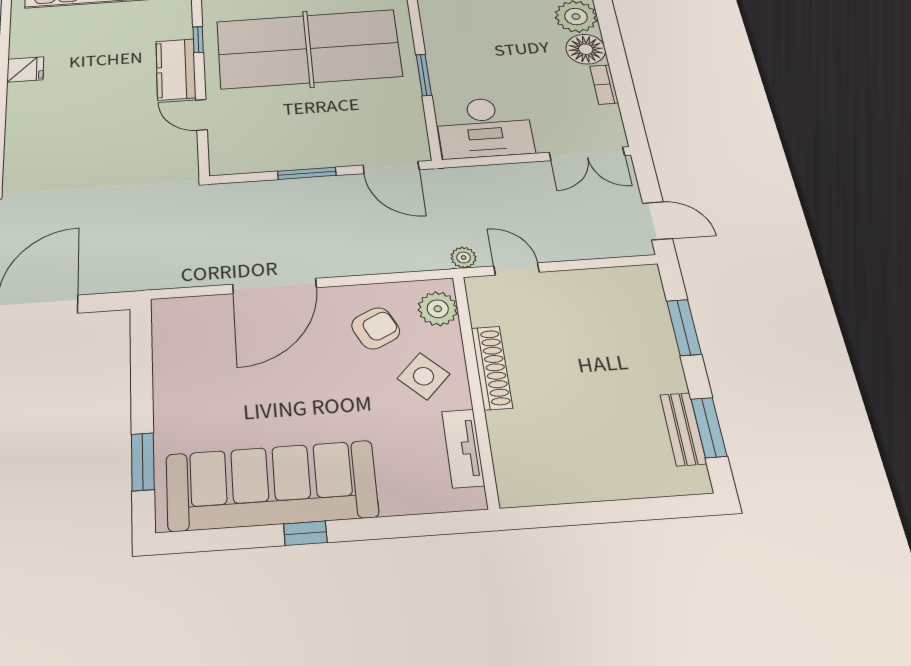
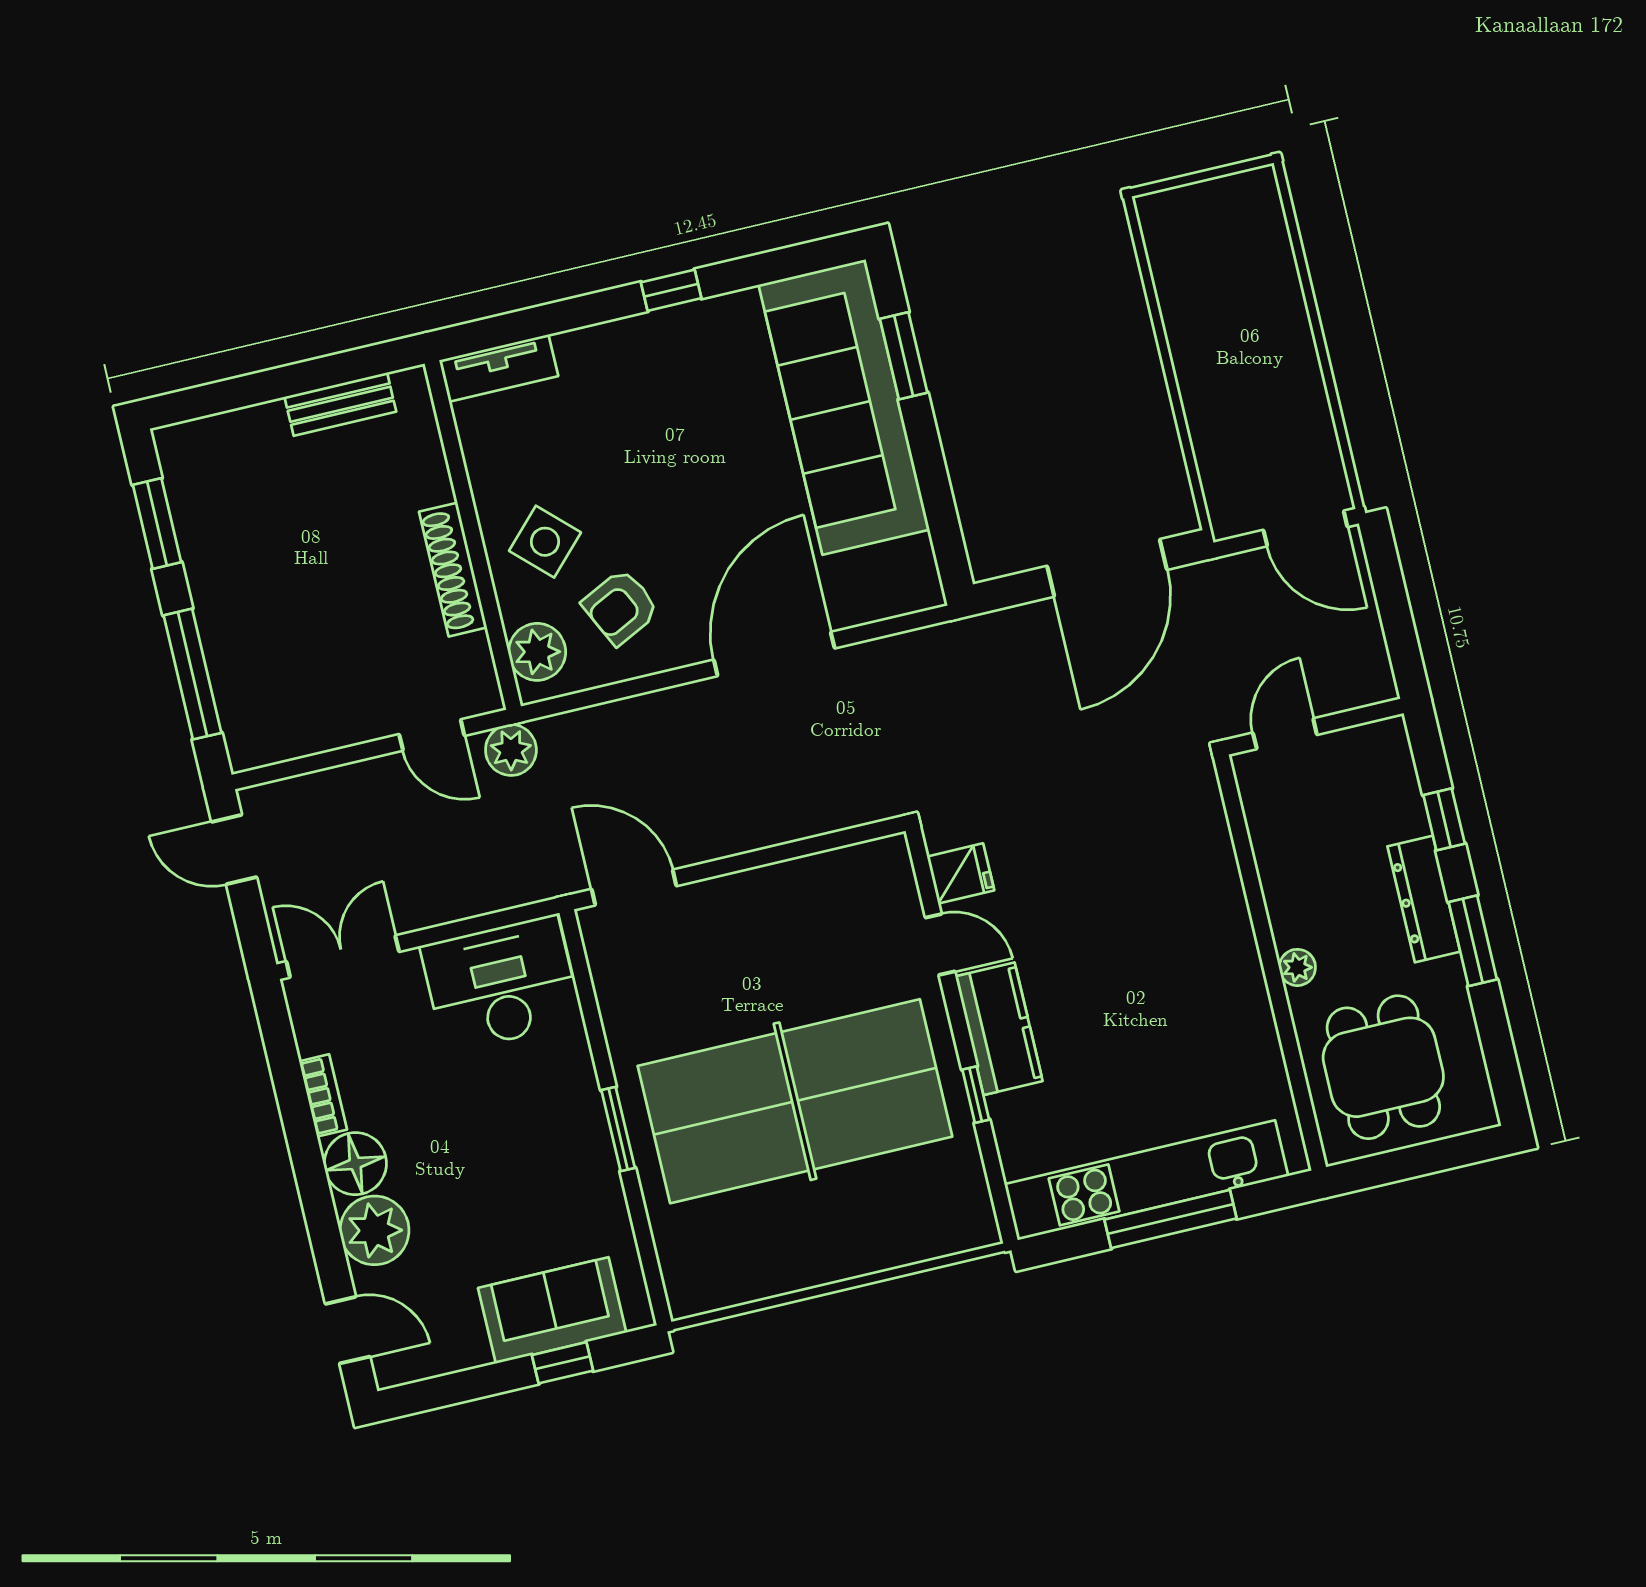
fridge: (25, 69) -> (961, 873), moved, turned 180
window: (424, 75) -> (618, 1129), moved
window: (307, 173) -> (759, 858), removed
plant: (464, 257) -> (511, 750), width x1.38, depth x1.38
window: (684, 327) -> (193, 674), width x1.44
bench: (683, 429) -> (340, 404), moved, turned 90
tv unit: (463, 448) -> (499, 368), moved, turned 90
sofa: (271, 486) -> (844, 407), moved, turned 90

